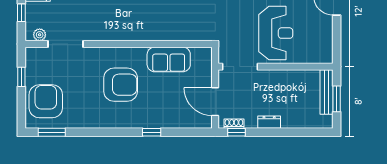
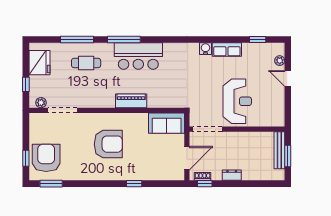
piano: (148, 33) -> (131, 101), added
sofa: (169, 59) -> (167, 123), moved
window: (21, 77) -> (26, 158), moved
door: (215, 102) -> (187, 158), swing flipped

